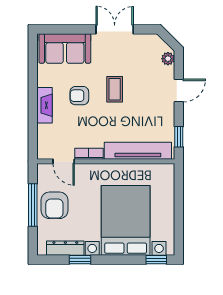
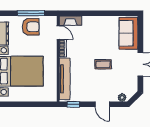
armchair: (79, 96) -> (99, 42), removed
fireplace: (45, 105) -> (70, 21), moved
door: (64, 161) -> (58, 33), swing flipped
armchair: (54, 205) -> (31, 27), turned 180

